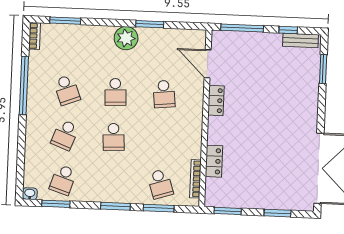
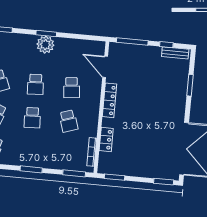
window: (150, 24) -> (46, 33), moved
window: (323, 69) -> (190, 85), moved
locker: (216, 101) -> (109, 100), width x1.53
school desk: (160, 184) -> (68, 121), moved
window: (159, 208) -> (74, 173), moved
window: (277, 213) -> (164, 182), moved

